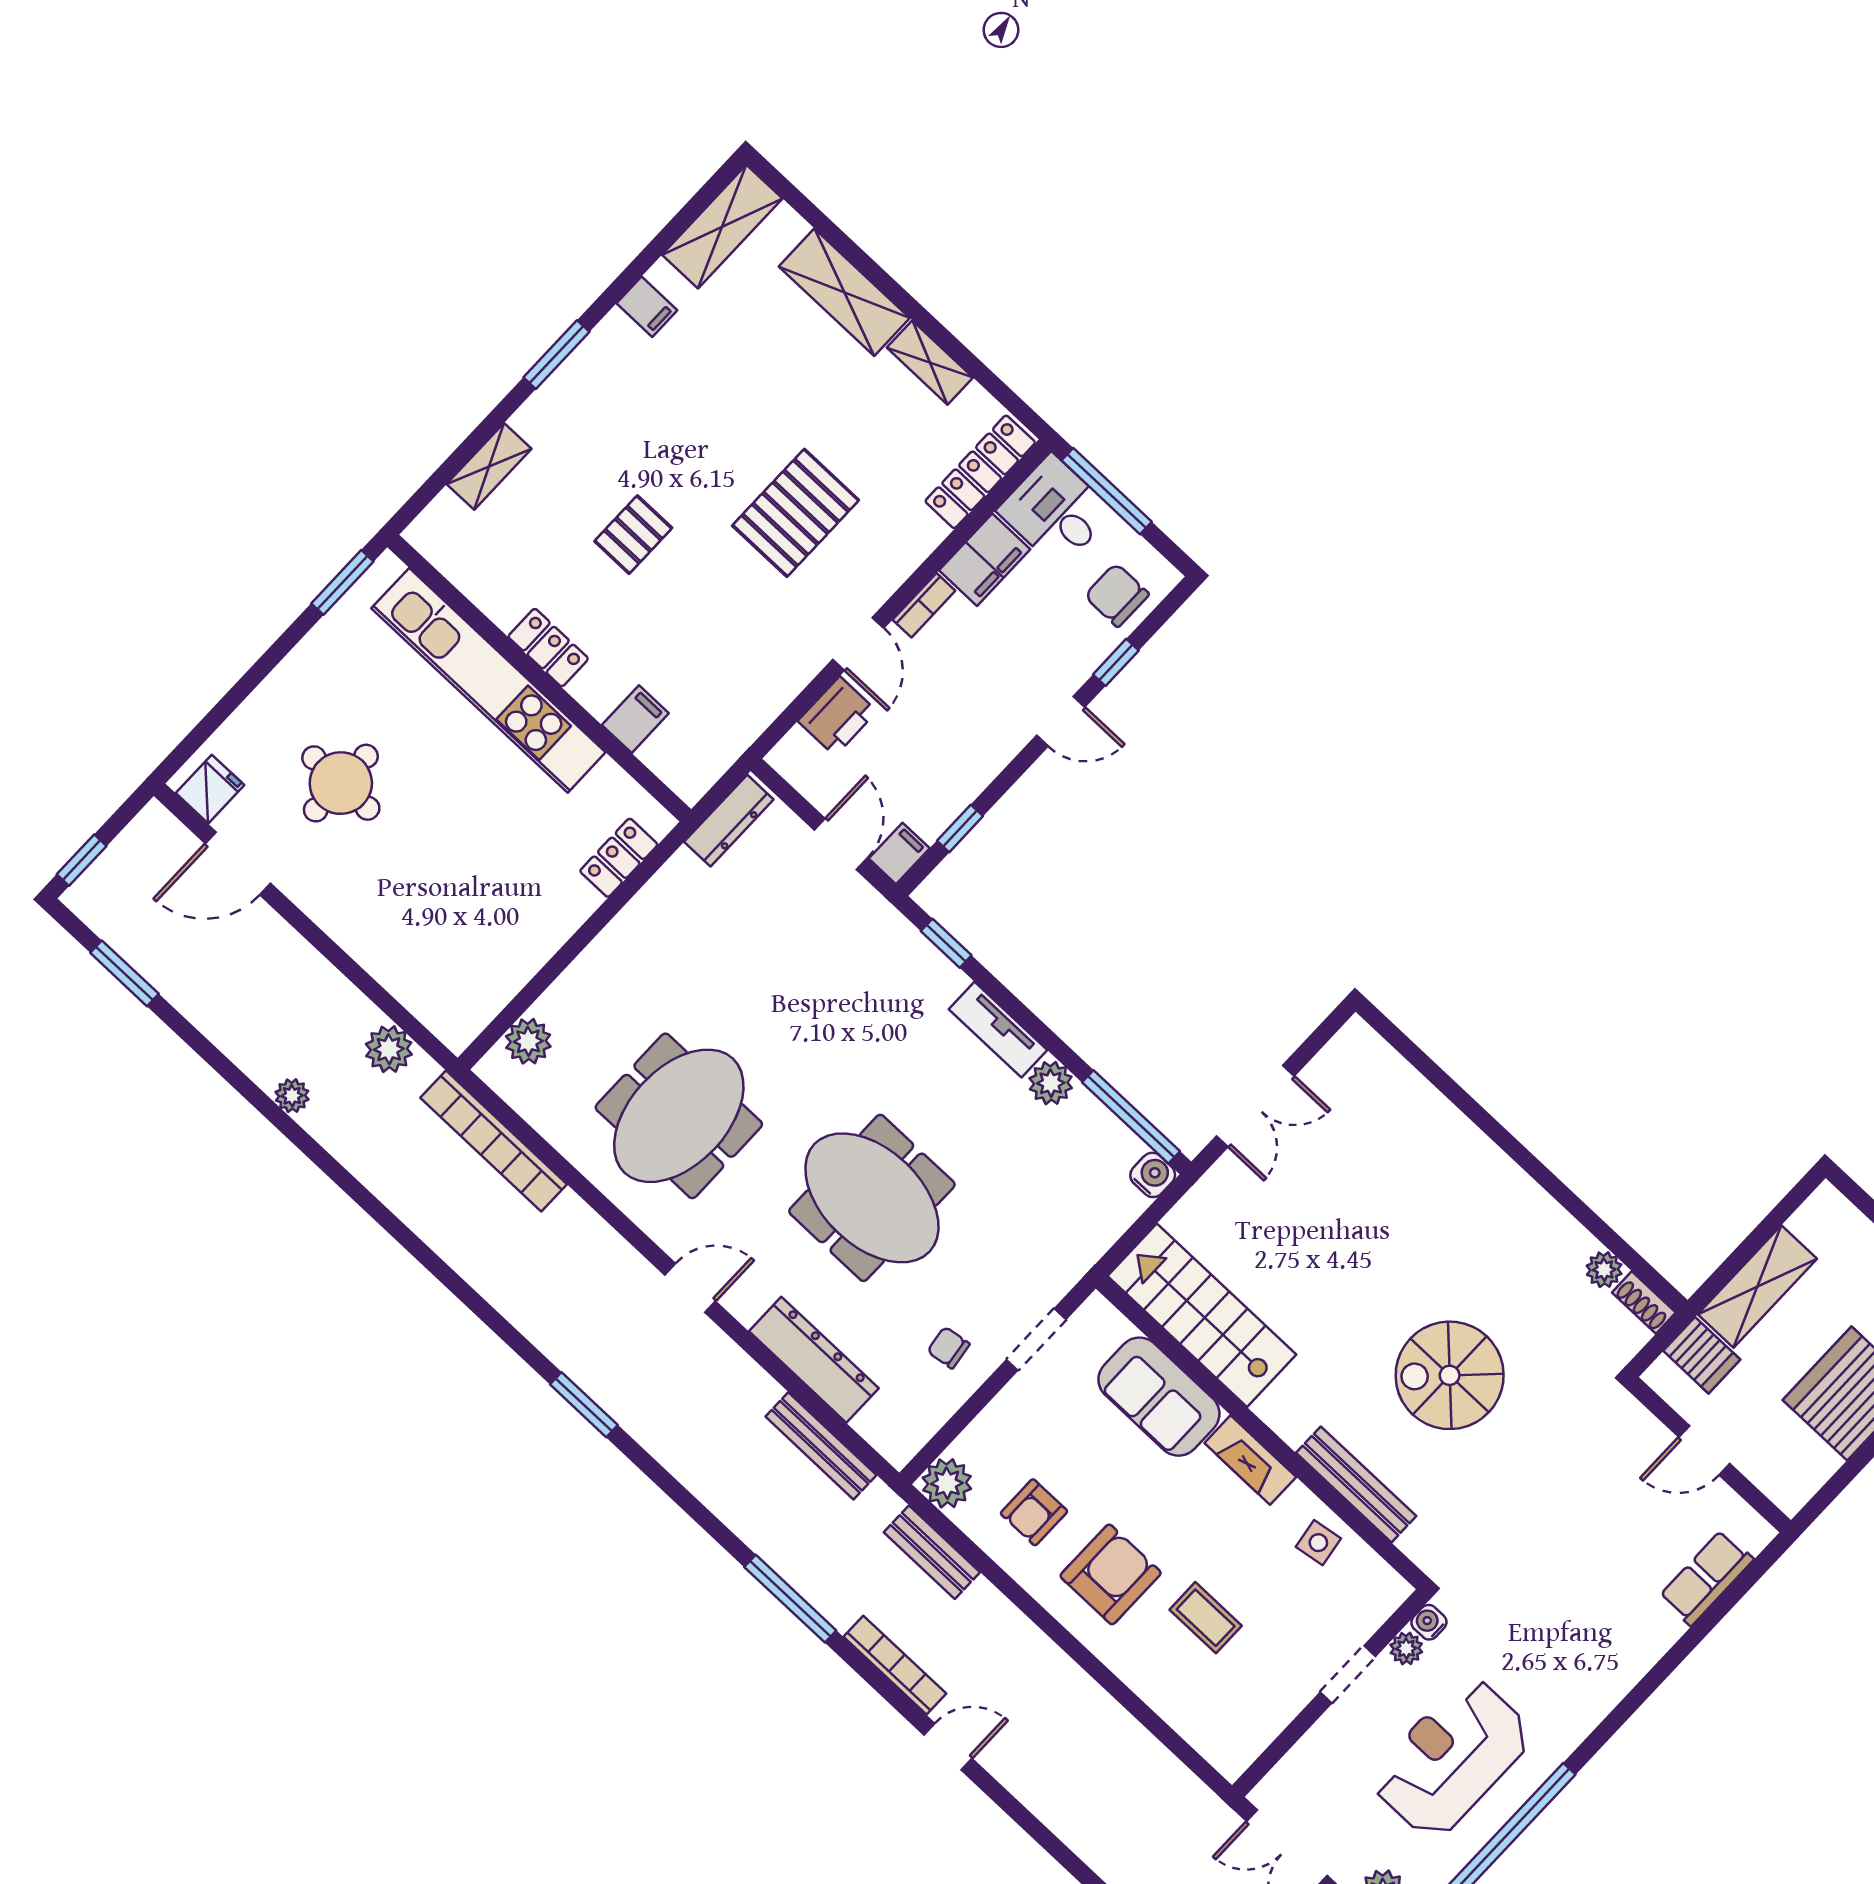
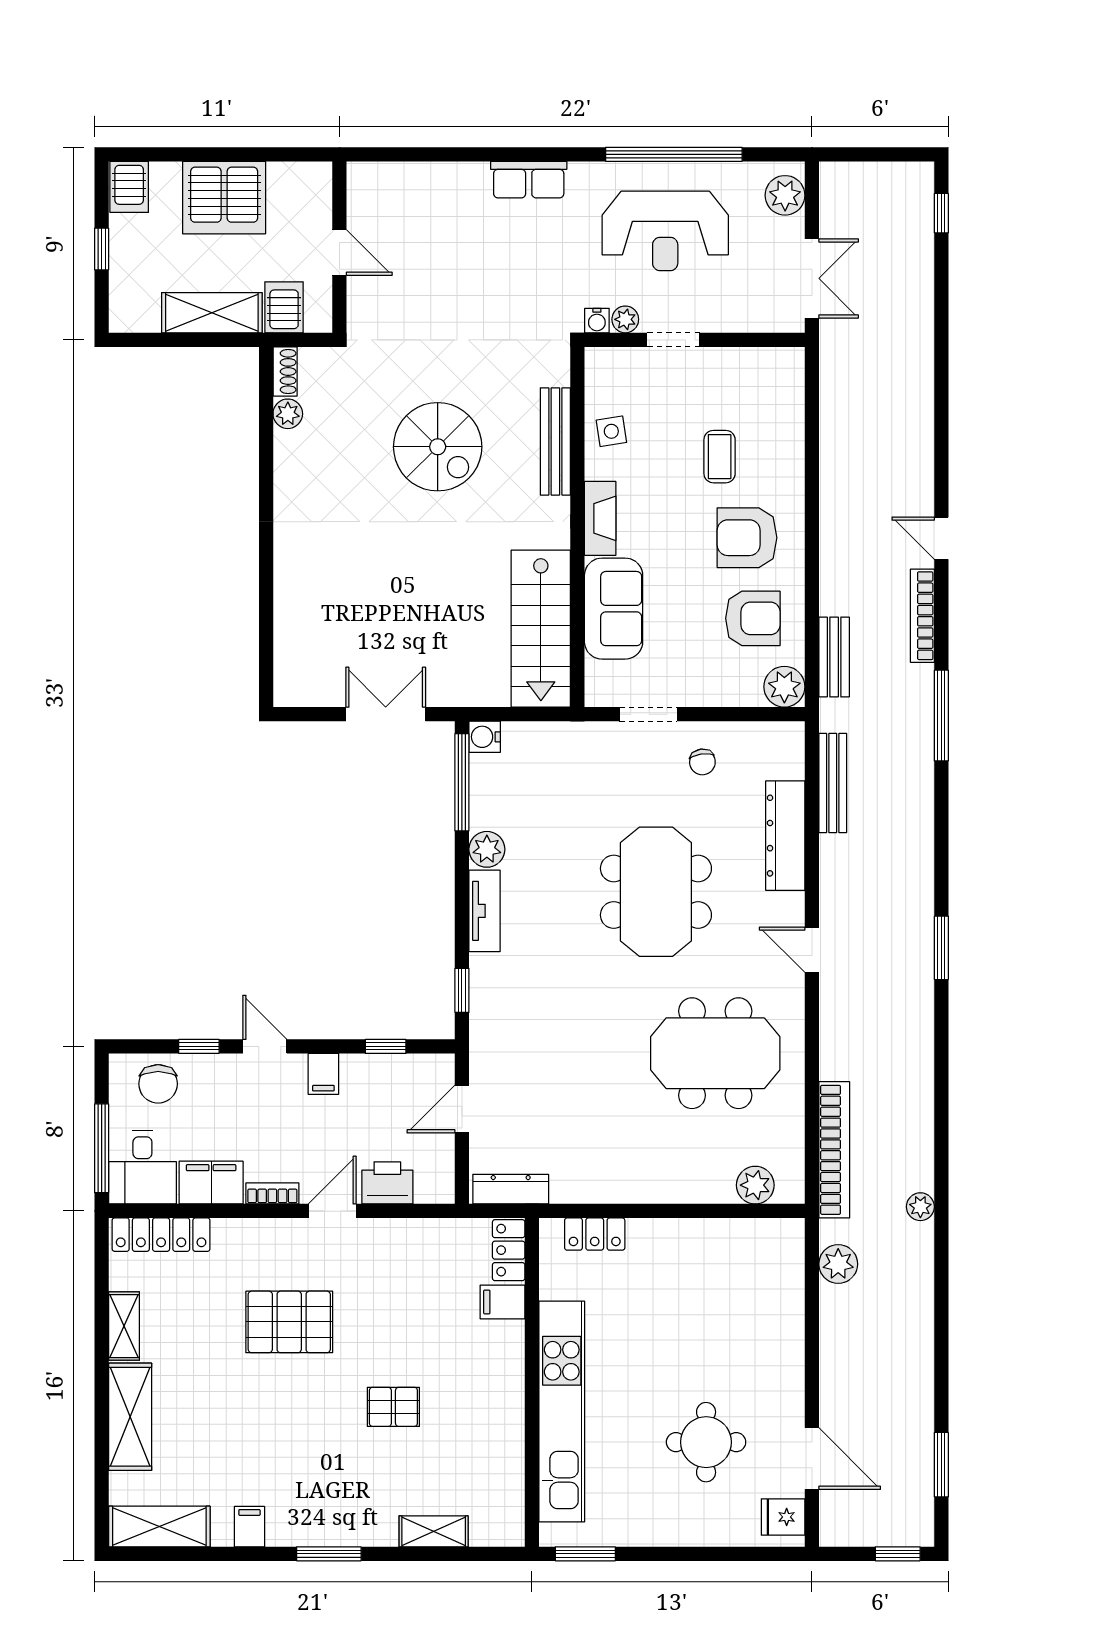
locker: (548, 648) -> (509, 1250), moved
filing cabinet: (899, 853) -> (323, 1074), moved, turned -90
plant: (292, 1096) -> (920, 1207), moved
armchair: (1034, 1512) -> (753, 618), width x1.38, depth x1.38
row of seats: (1706, 1578) -> (529, 180), moved

